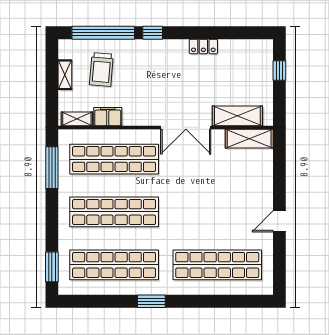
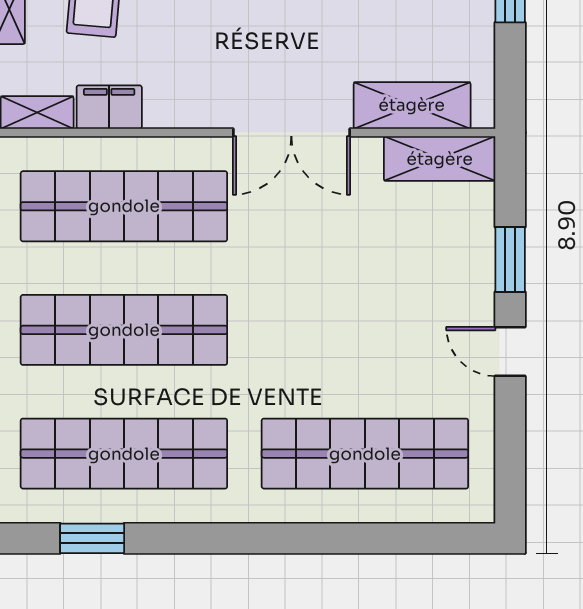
window: (279, 182) -> (510, 260), added
door: (279, 221) -> (510, 352), hinge flipped
window: (151, 301) -> (92, 538), moved

